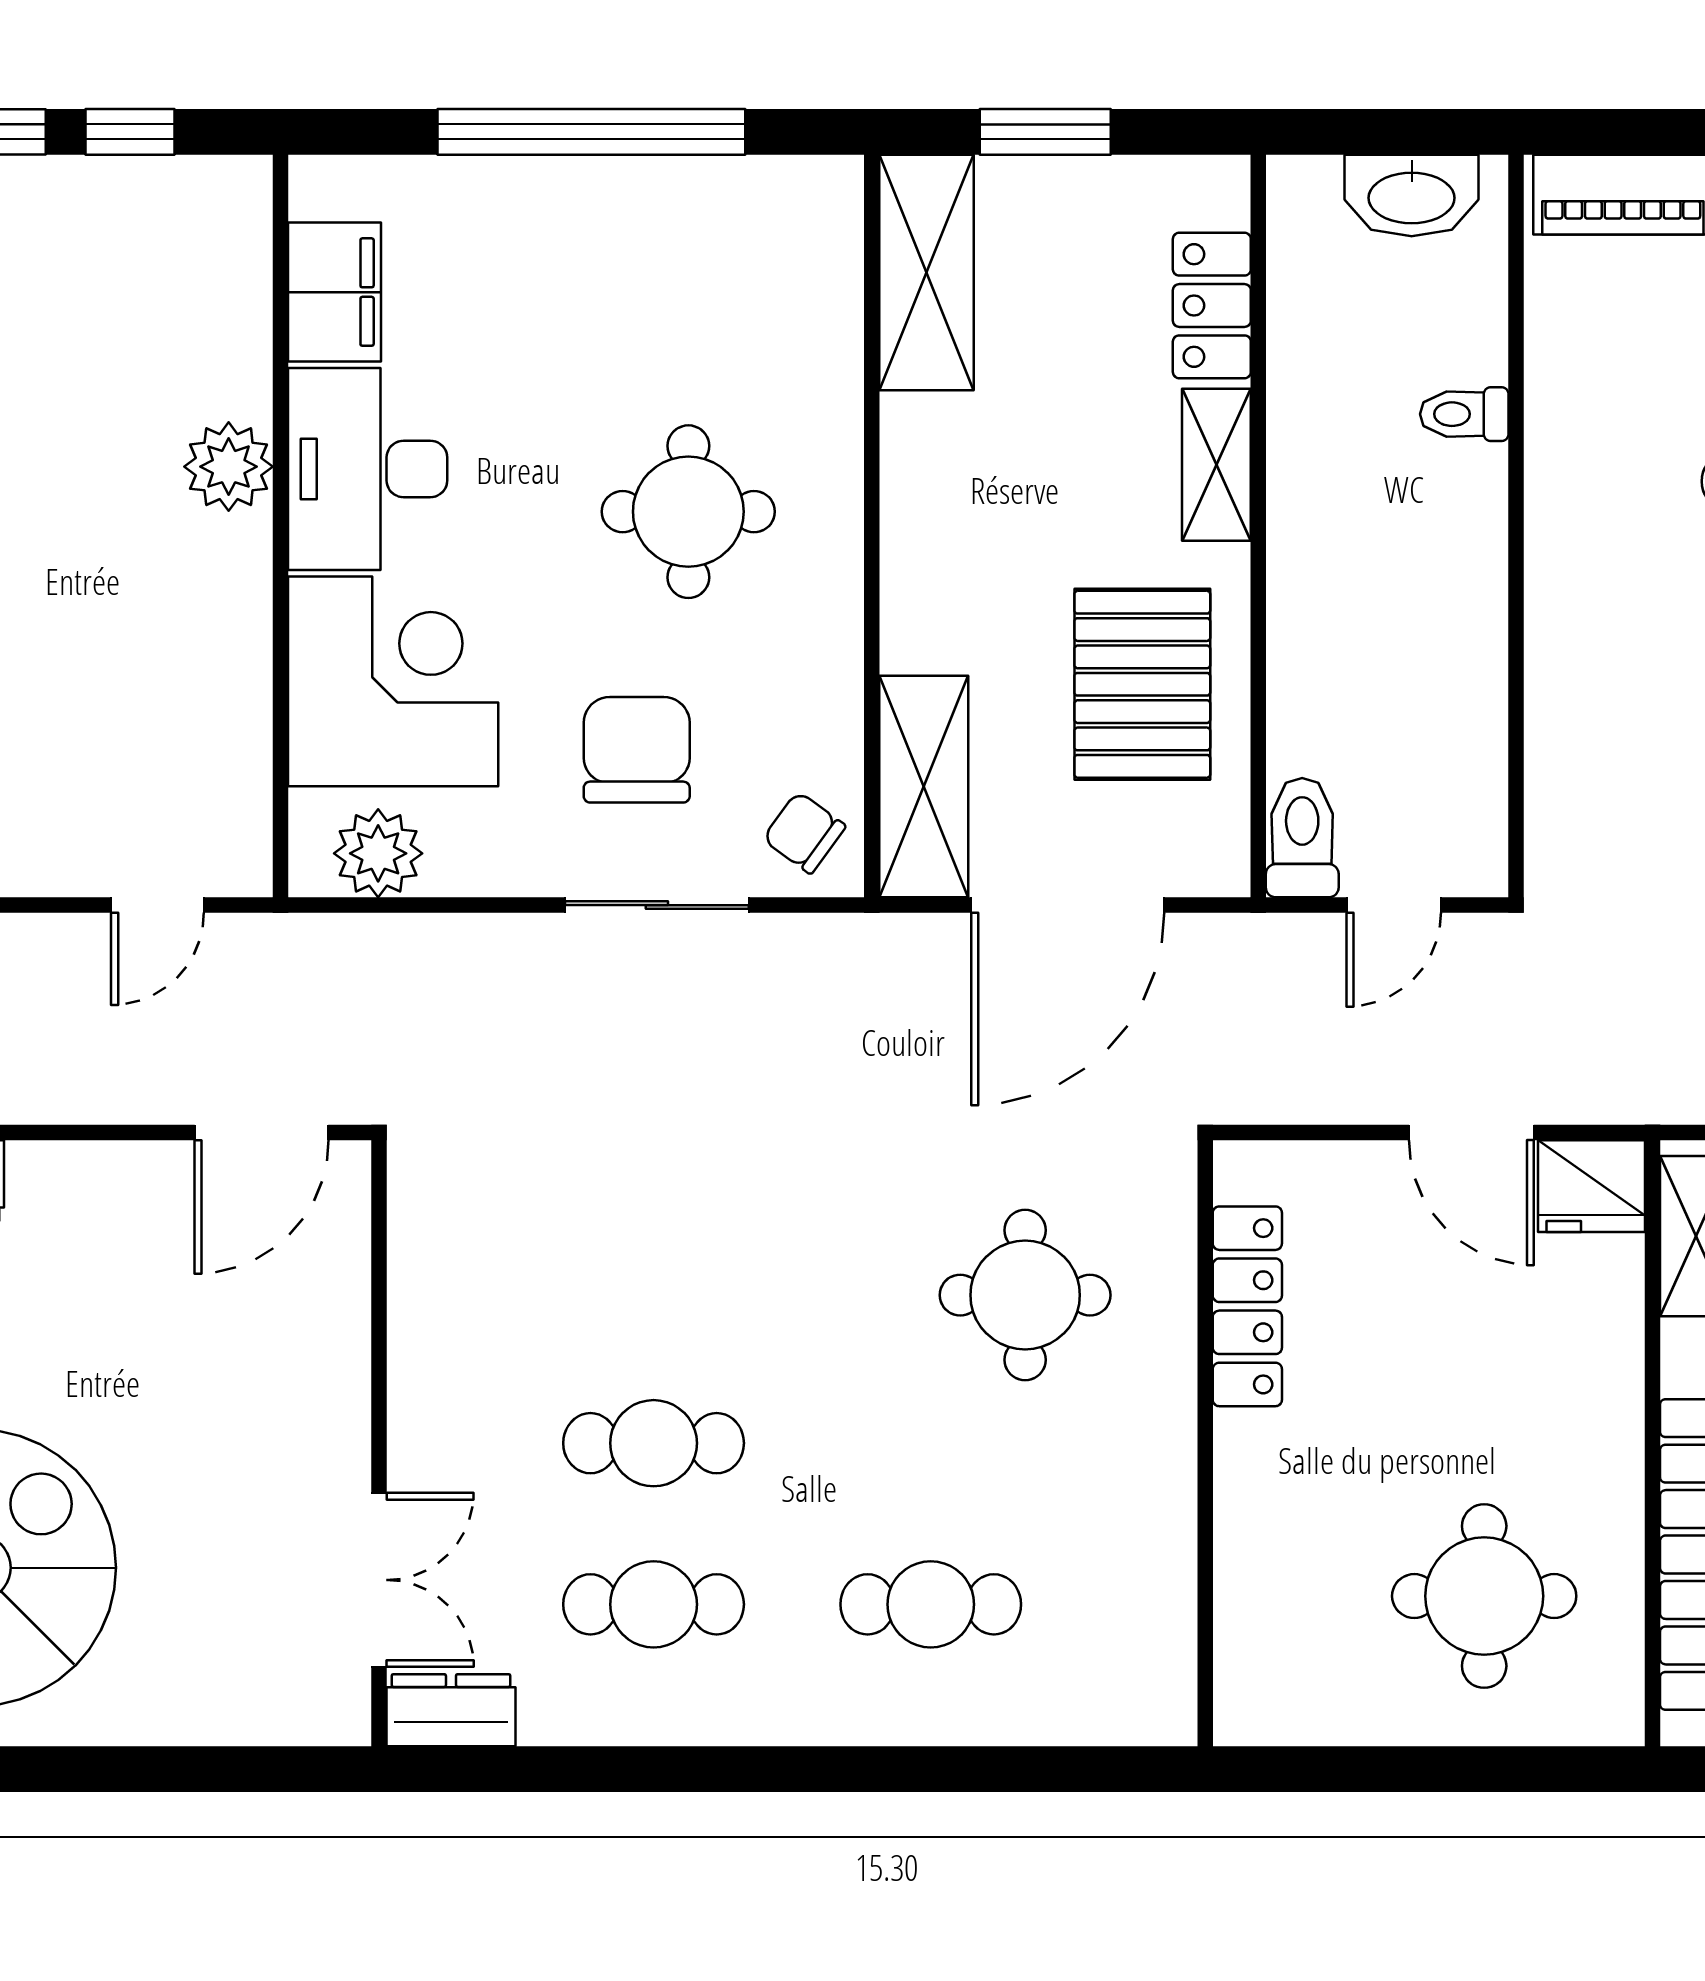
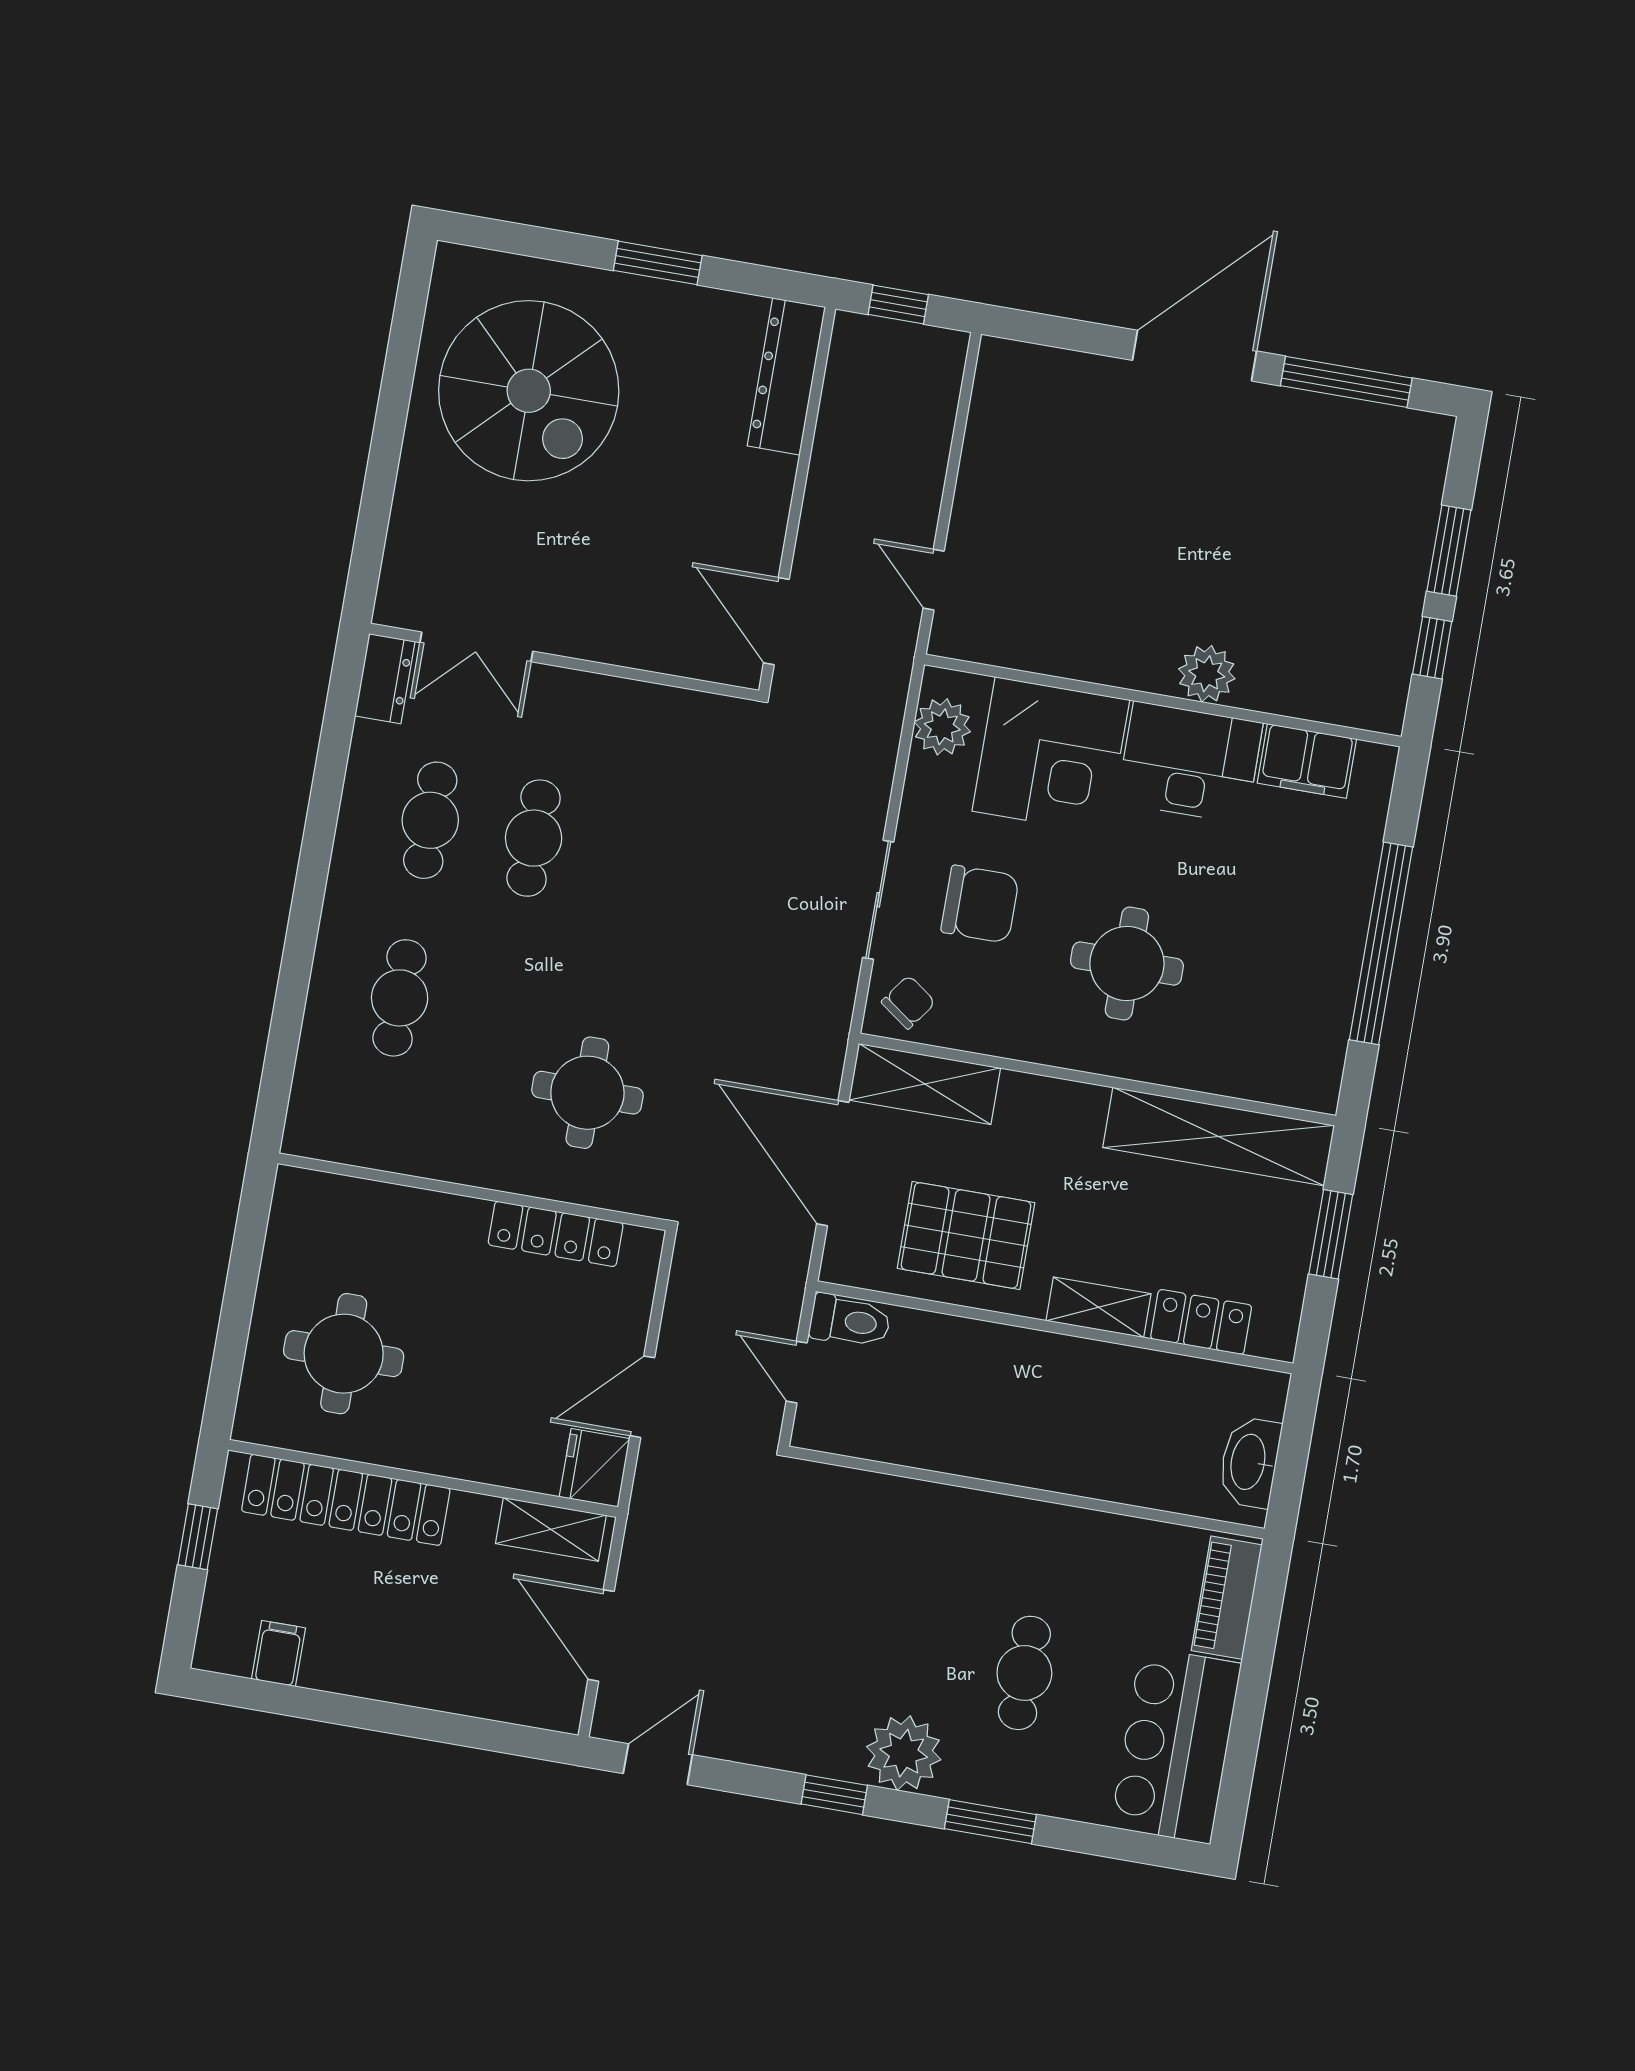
shelving: (926, 273) -> (1219, 1137), width x1.47
toilet: (1464, 414) -> (1103, 1472), removed

